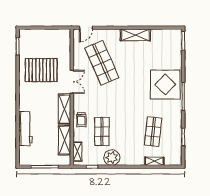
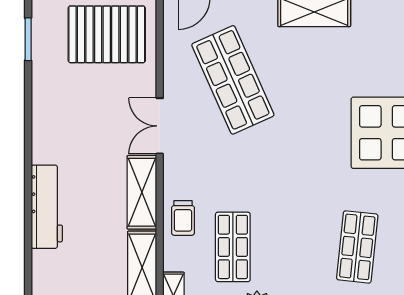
pallet: (41, 70) -> (107, 34), moved
double door: (72, 82) -> (160, 126), swing flipped
workbench: (25, 129) -> (47, 207), moved

